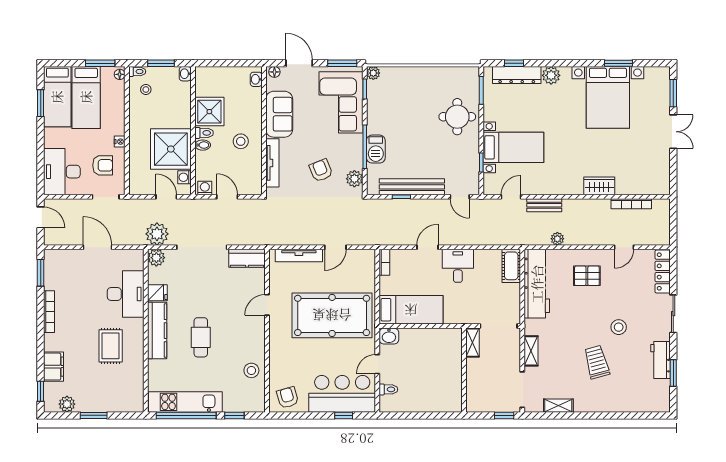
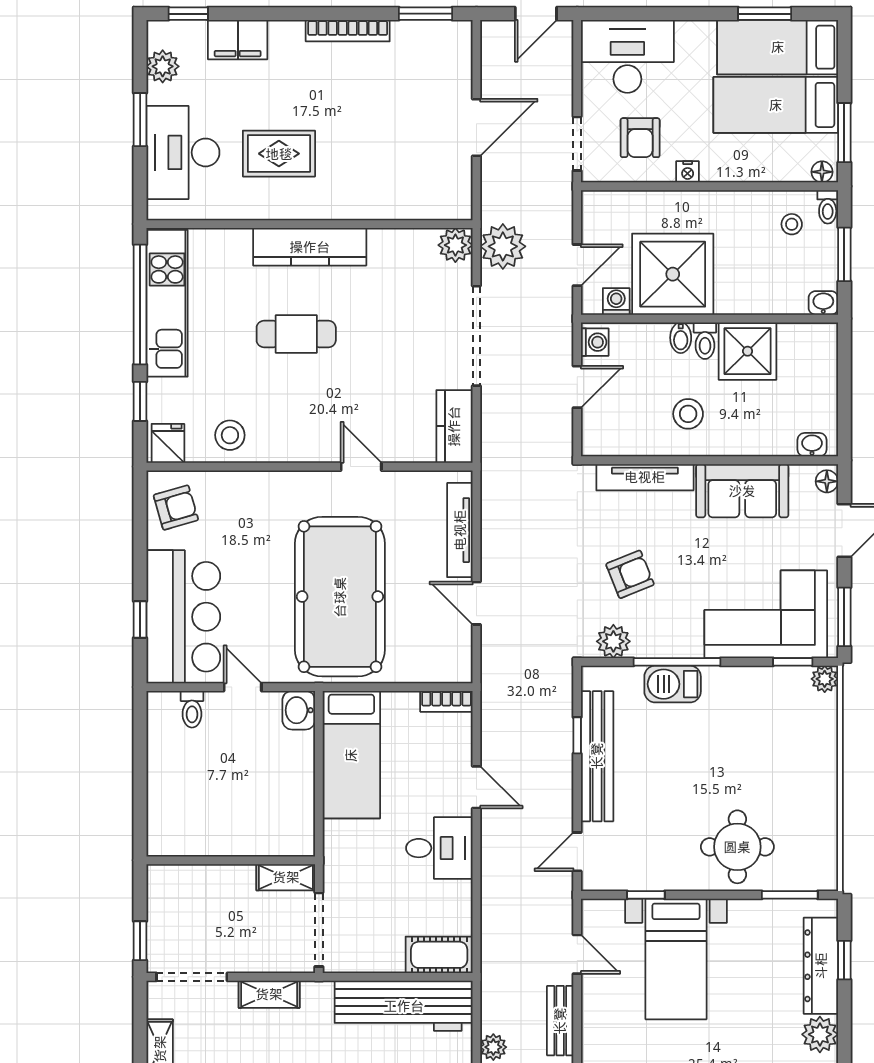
fridge: (157, 293) -> (168, 443), moved, turned 180
desk: (126, 294) -> (183, 152), moved, turned 90

